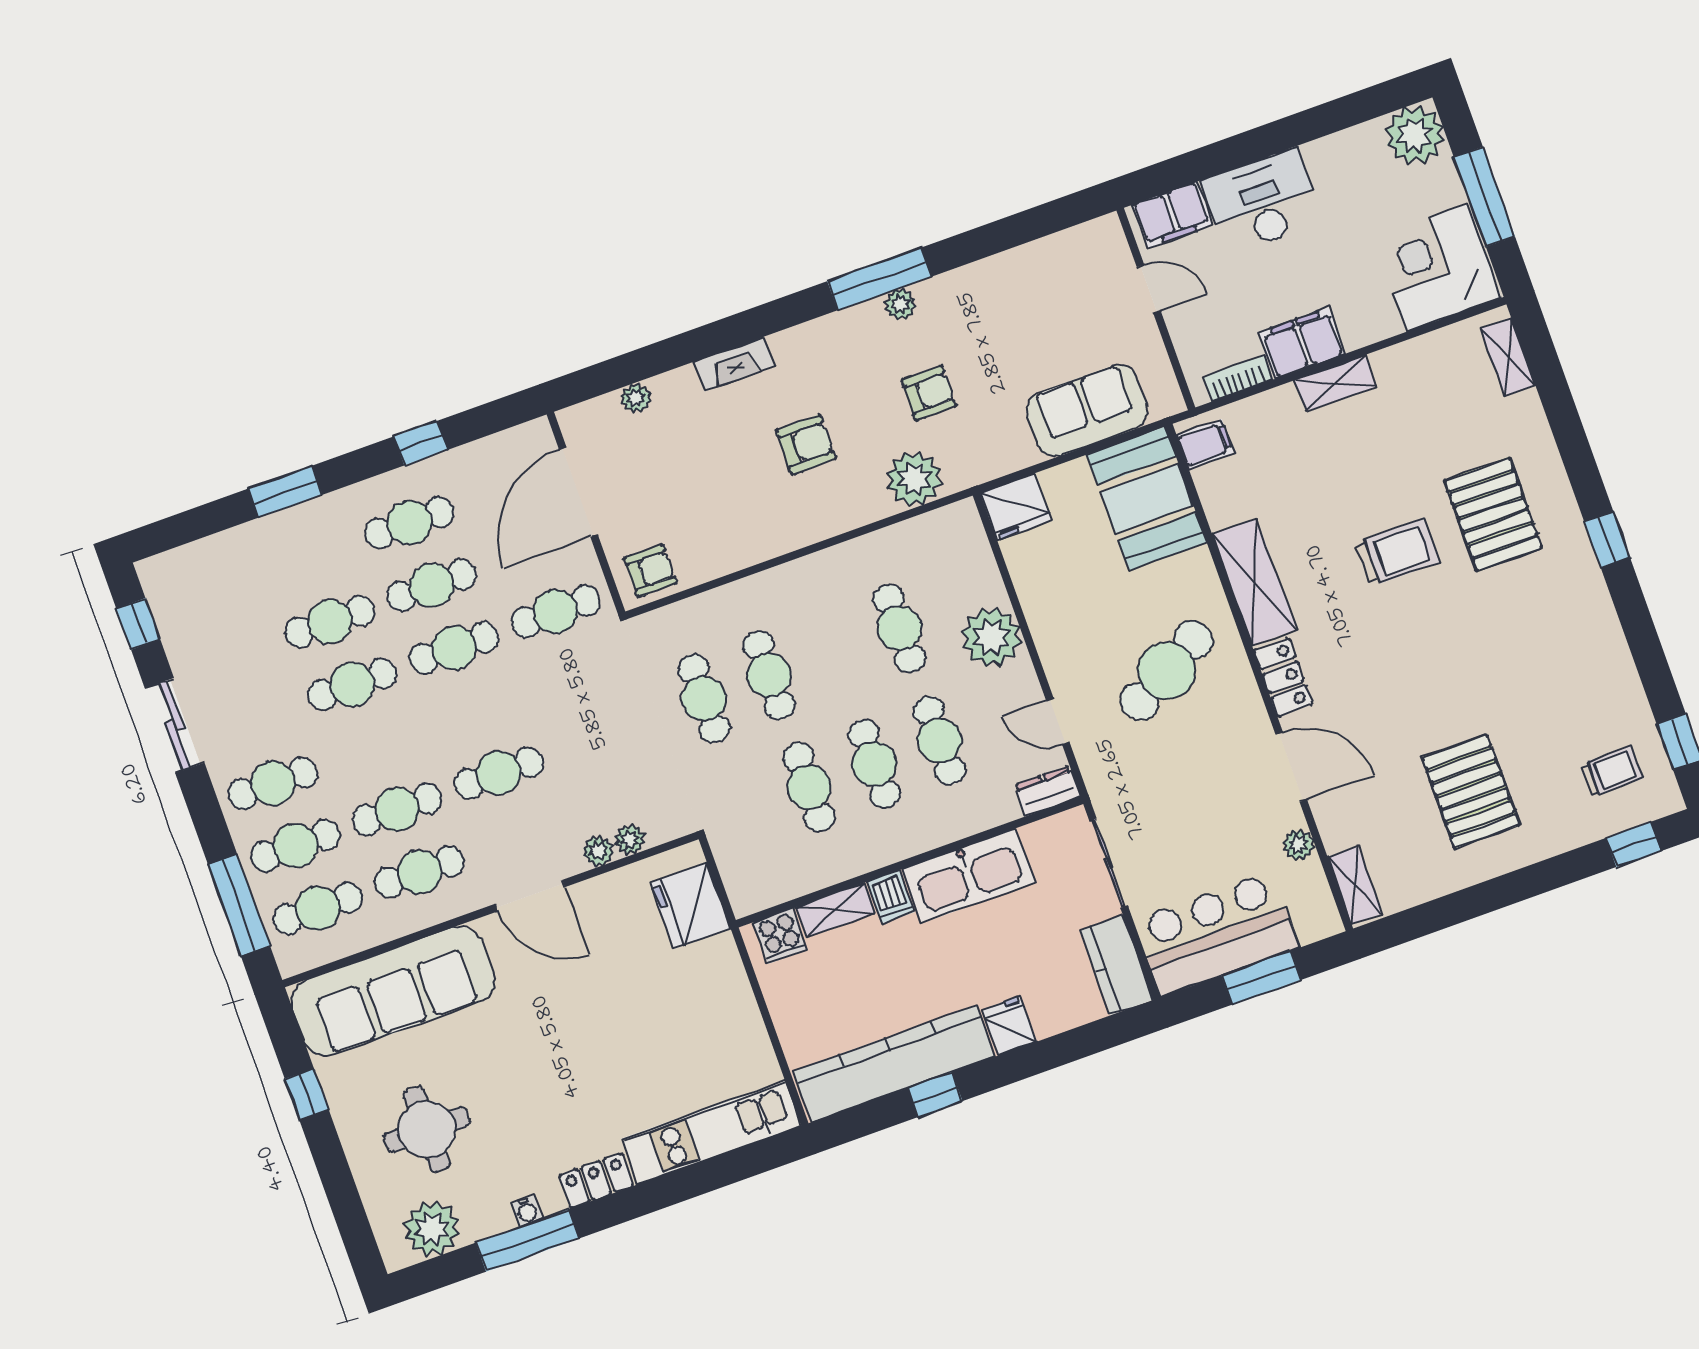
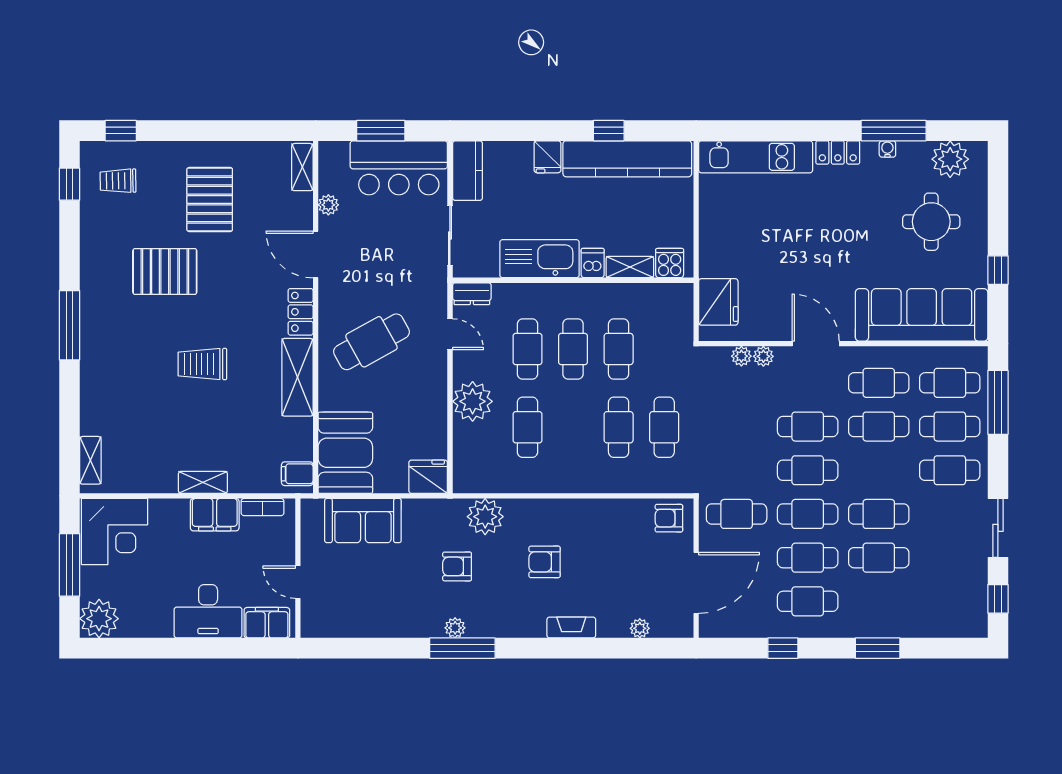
pallet: (1493, 514) -> (165, 271), moved, turned 90
window: (1607, 540) -> (69, 325), width x2.17
cafe table: (476, 710) -> (808, 470), added

